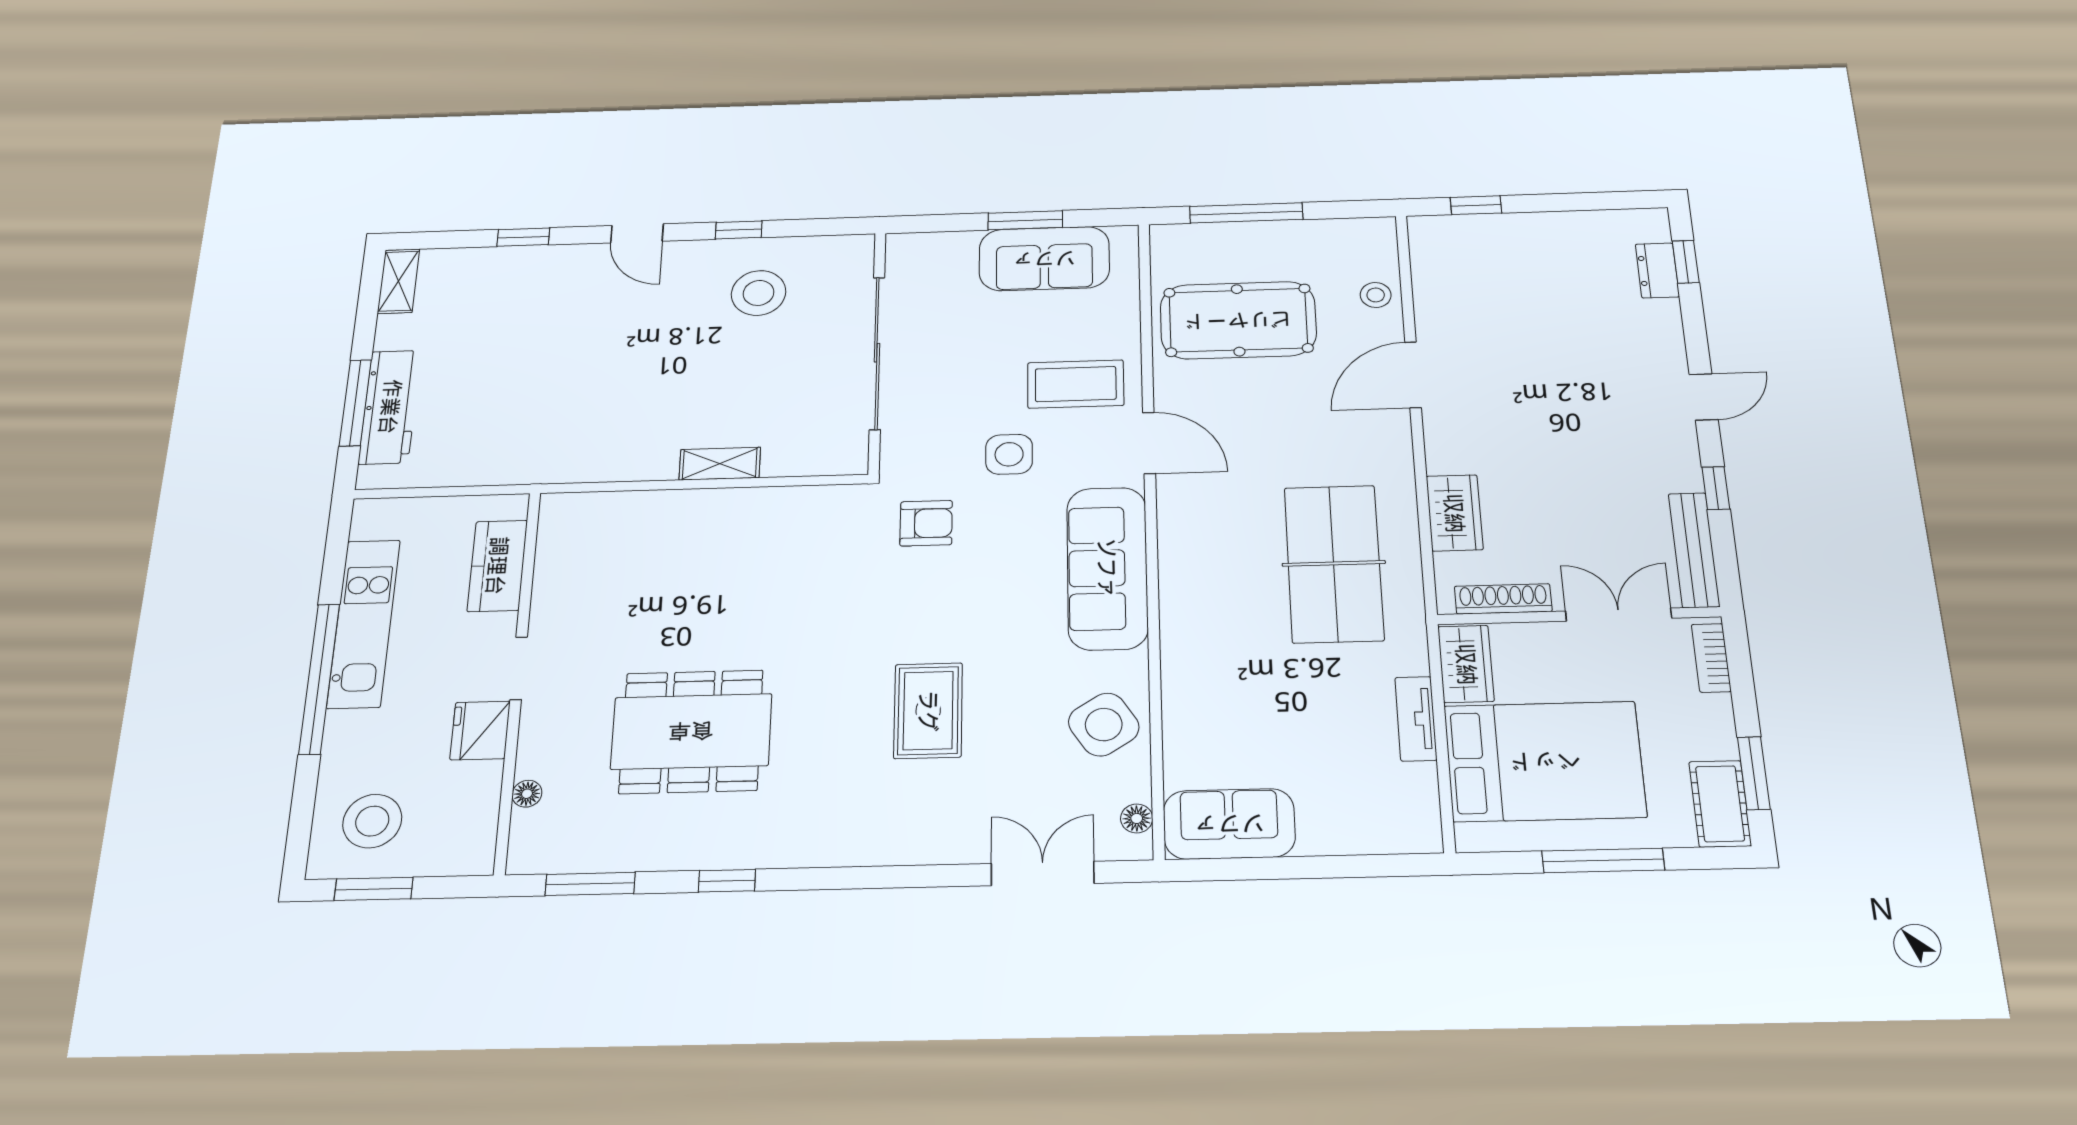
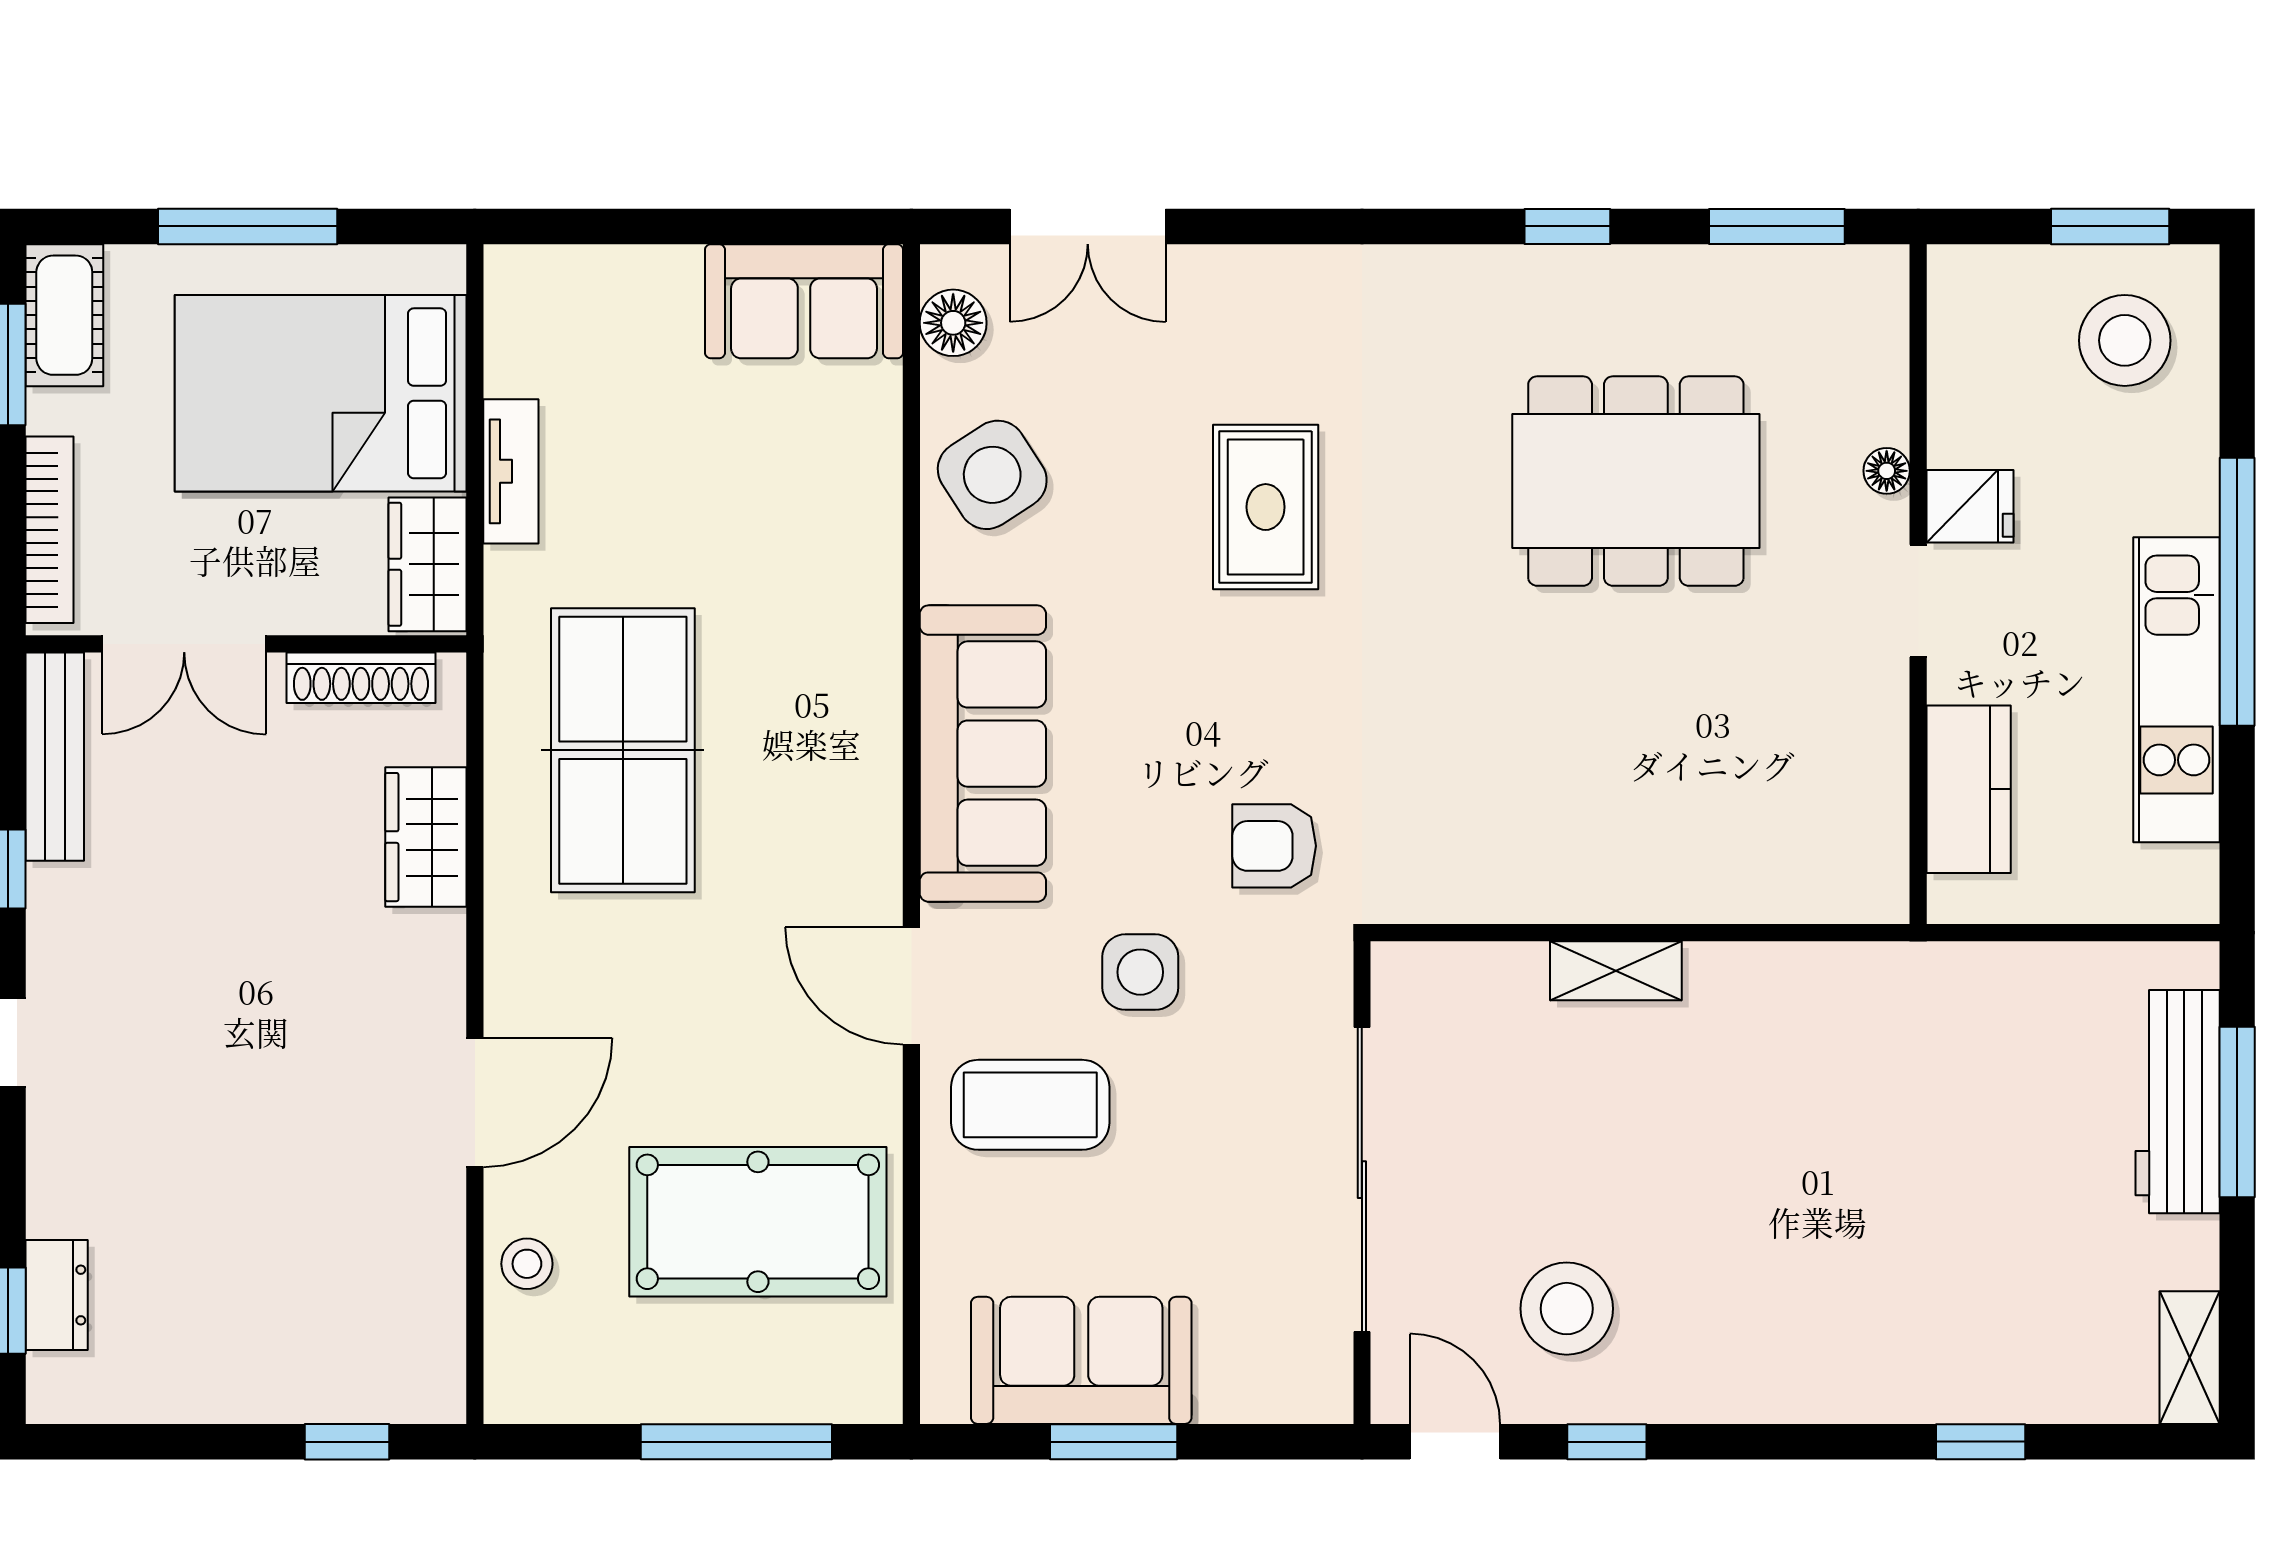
door: (637, 233) -> (1455, 1442), moved
bookcase: (1711, 658) -> (50, 530), width x1.56
fridge: (480, 730) -> (1970, 506), width x0.72
floor lamp: (527, 794) -> (1887, 471), moved
floor lamp: (1137, 818) -> (953, 323), width x1.37, depth x1.37

